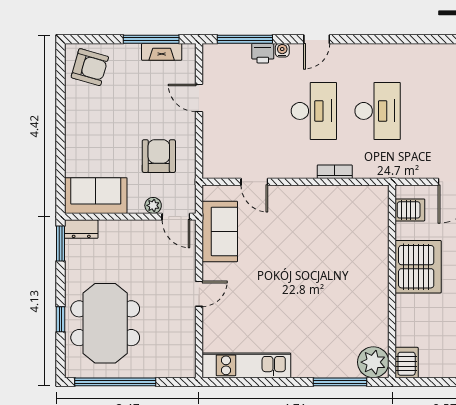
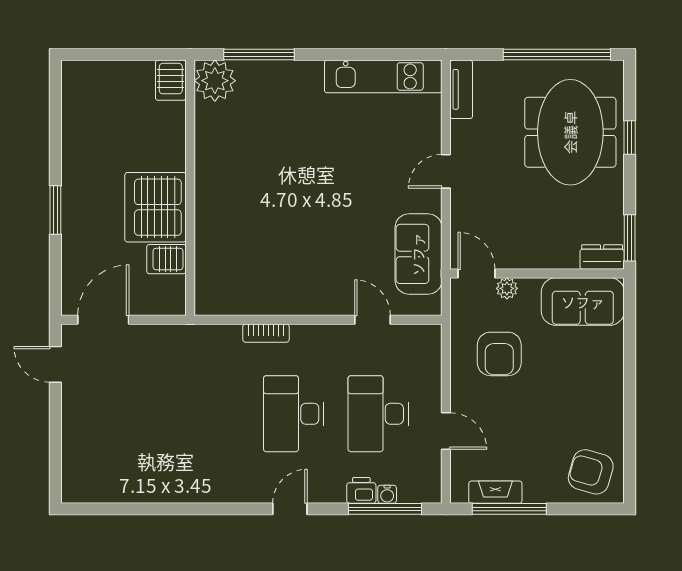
water cooler: (282, 50) -> (387, 494), moved
desk: (378, 111) -> (378, 414), moved
server rack: (410, 210) -> (166, 259), moved
tv unit: (187, 356) -> (461, 89), added

